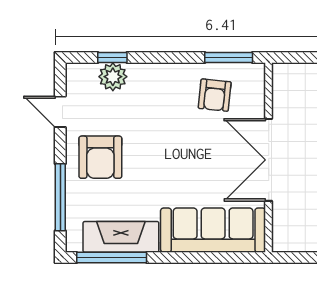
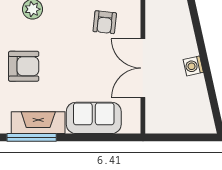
armchair: (100, 157) -> (24, 66), turned -90
sofa: (213, 230) -> (94, 118), width x0.73

